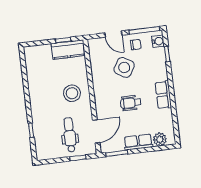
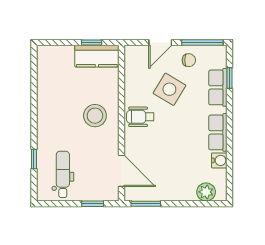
door: (113, 34) -> (160, 43), hinge flipped
water cooler: (158, 41) -> (219, 160), moved
wheelchair: (131, 103) -> (140, 117), moved
door: (96, 131) -> (121, 171), hinge flipped
dental chair: (70, 135) -> (63, 174), moved
row of seats: (138, 142) -> (218, 87), moved, turned -90

